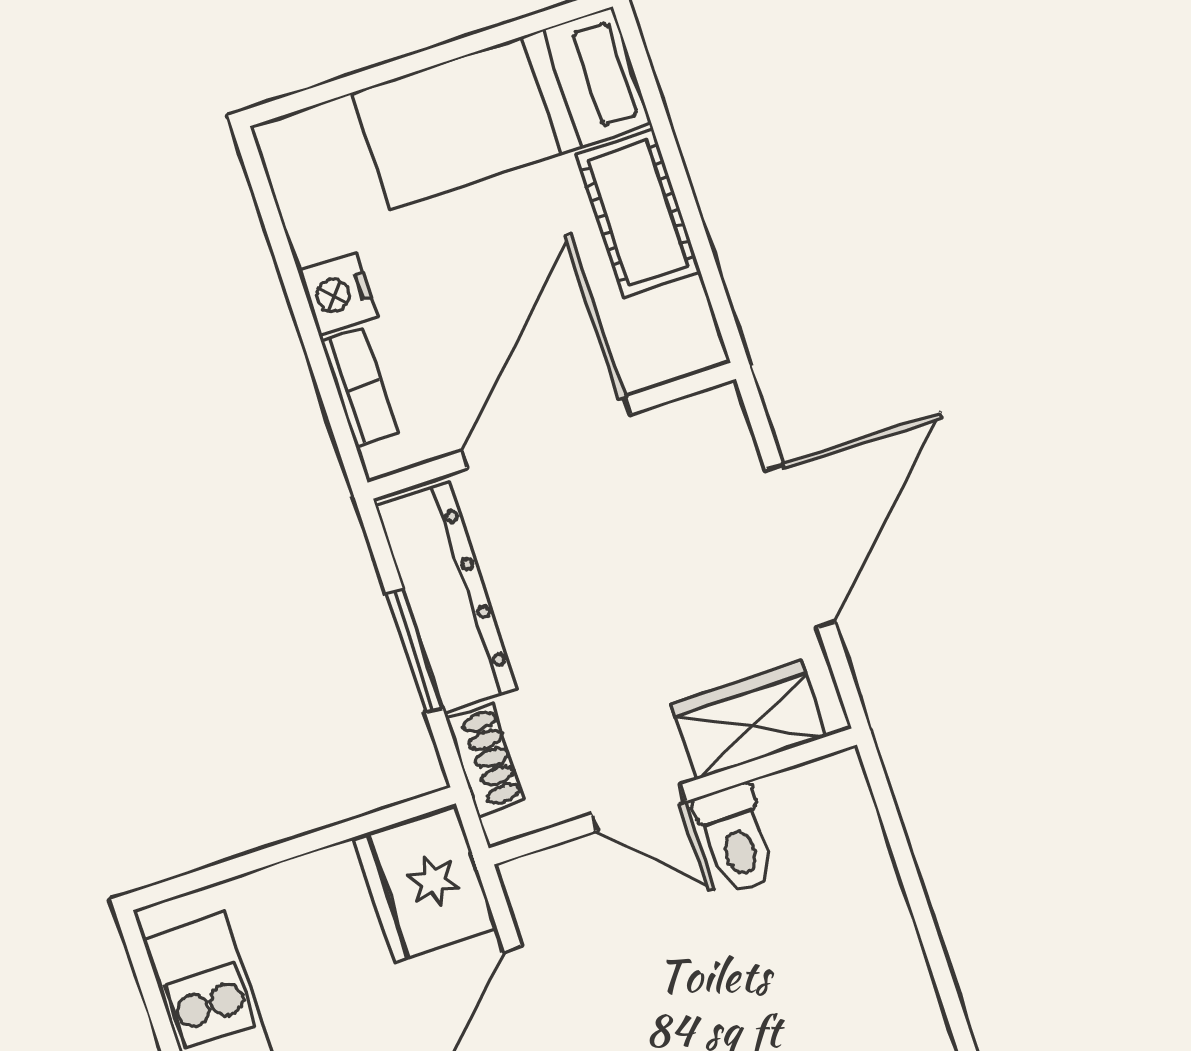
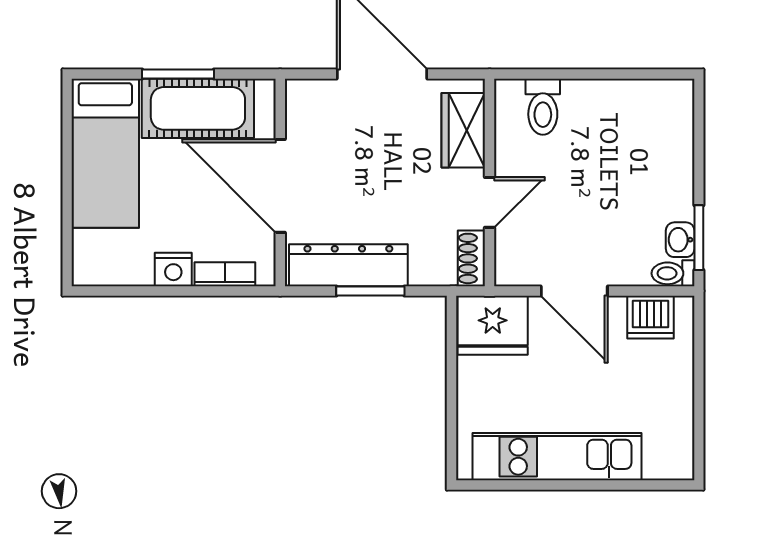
window: (682, 189) -> (178, 74), added
cot: (638, 213) -> (198, 108), width x1.37, depth x1.34
shoe rack: (486, 760) -> (471, 258), moved, turned -90
toilet: (736, 839) -> (543, 107), moved, turned 90

